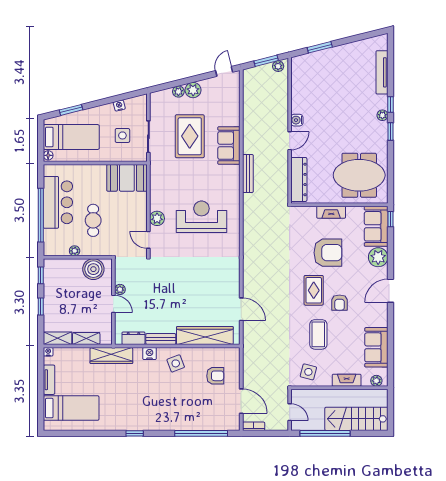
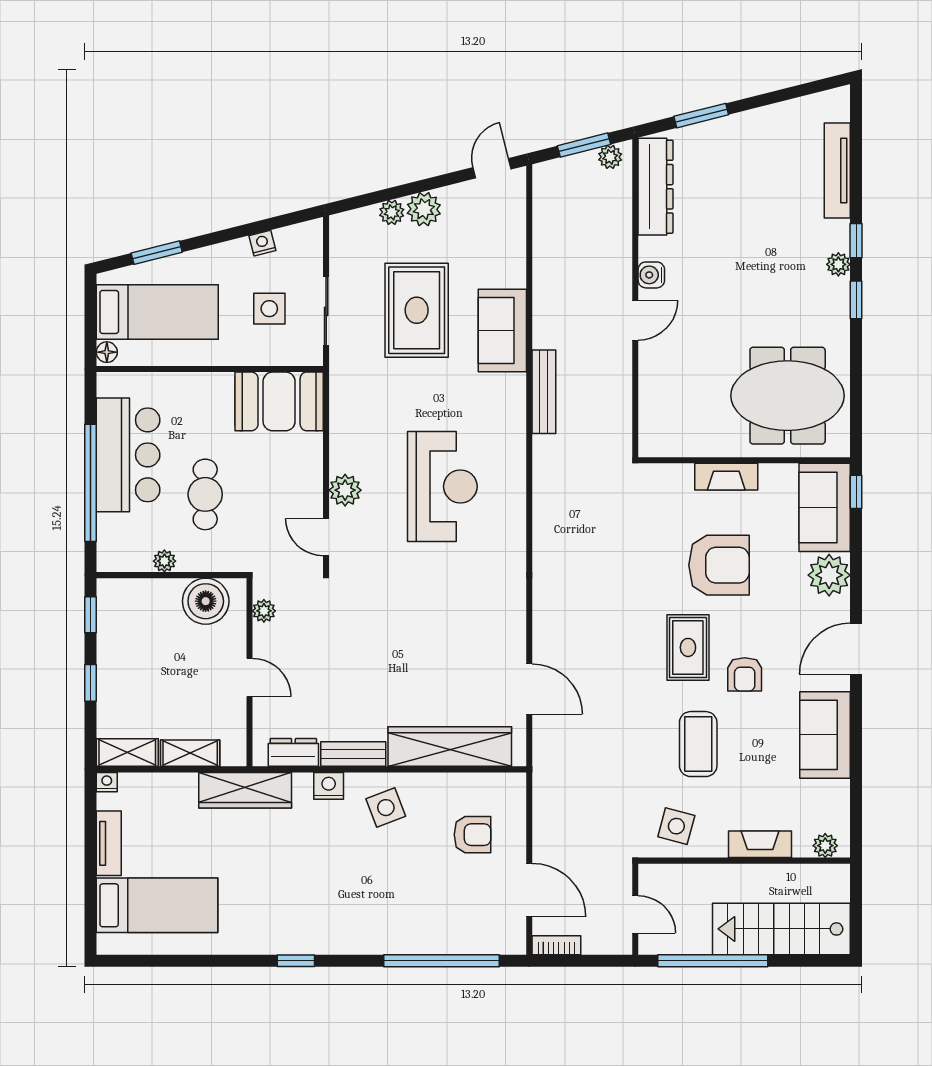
dresser: (299, 179) -> (655, 187), moved
reception desk: (201, 217) -> (442, 486), turned 90
plant: (120, 289) -> (264, 611), moved
sofa: (376, 347) -> (825, 735), moved

